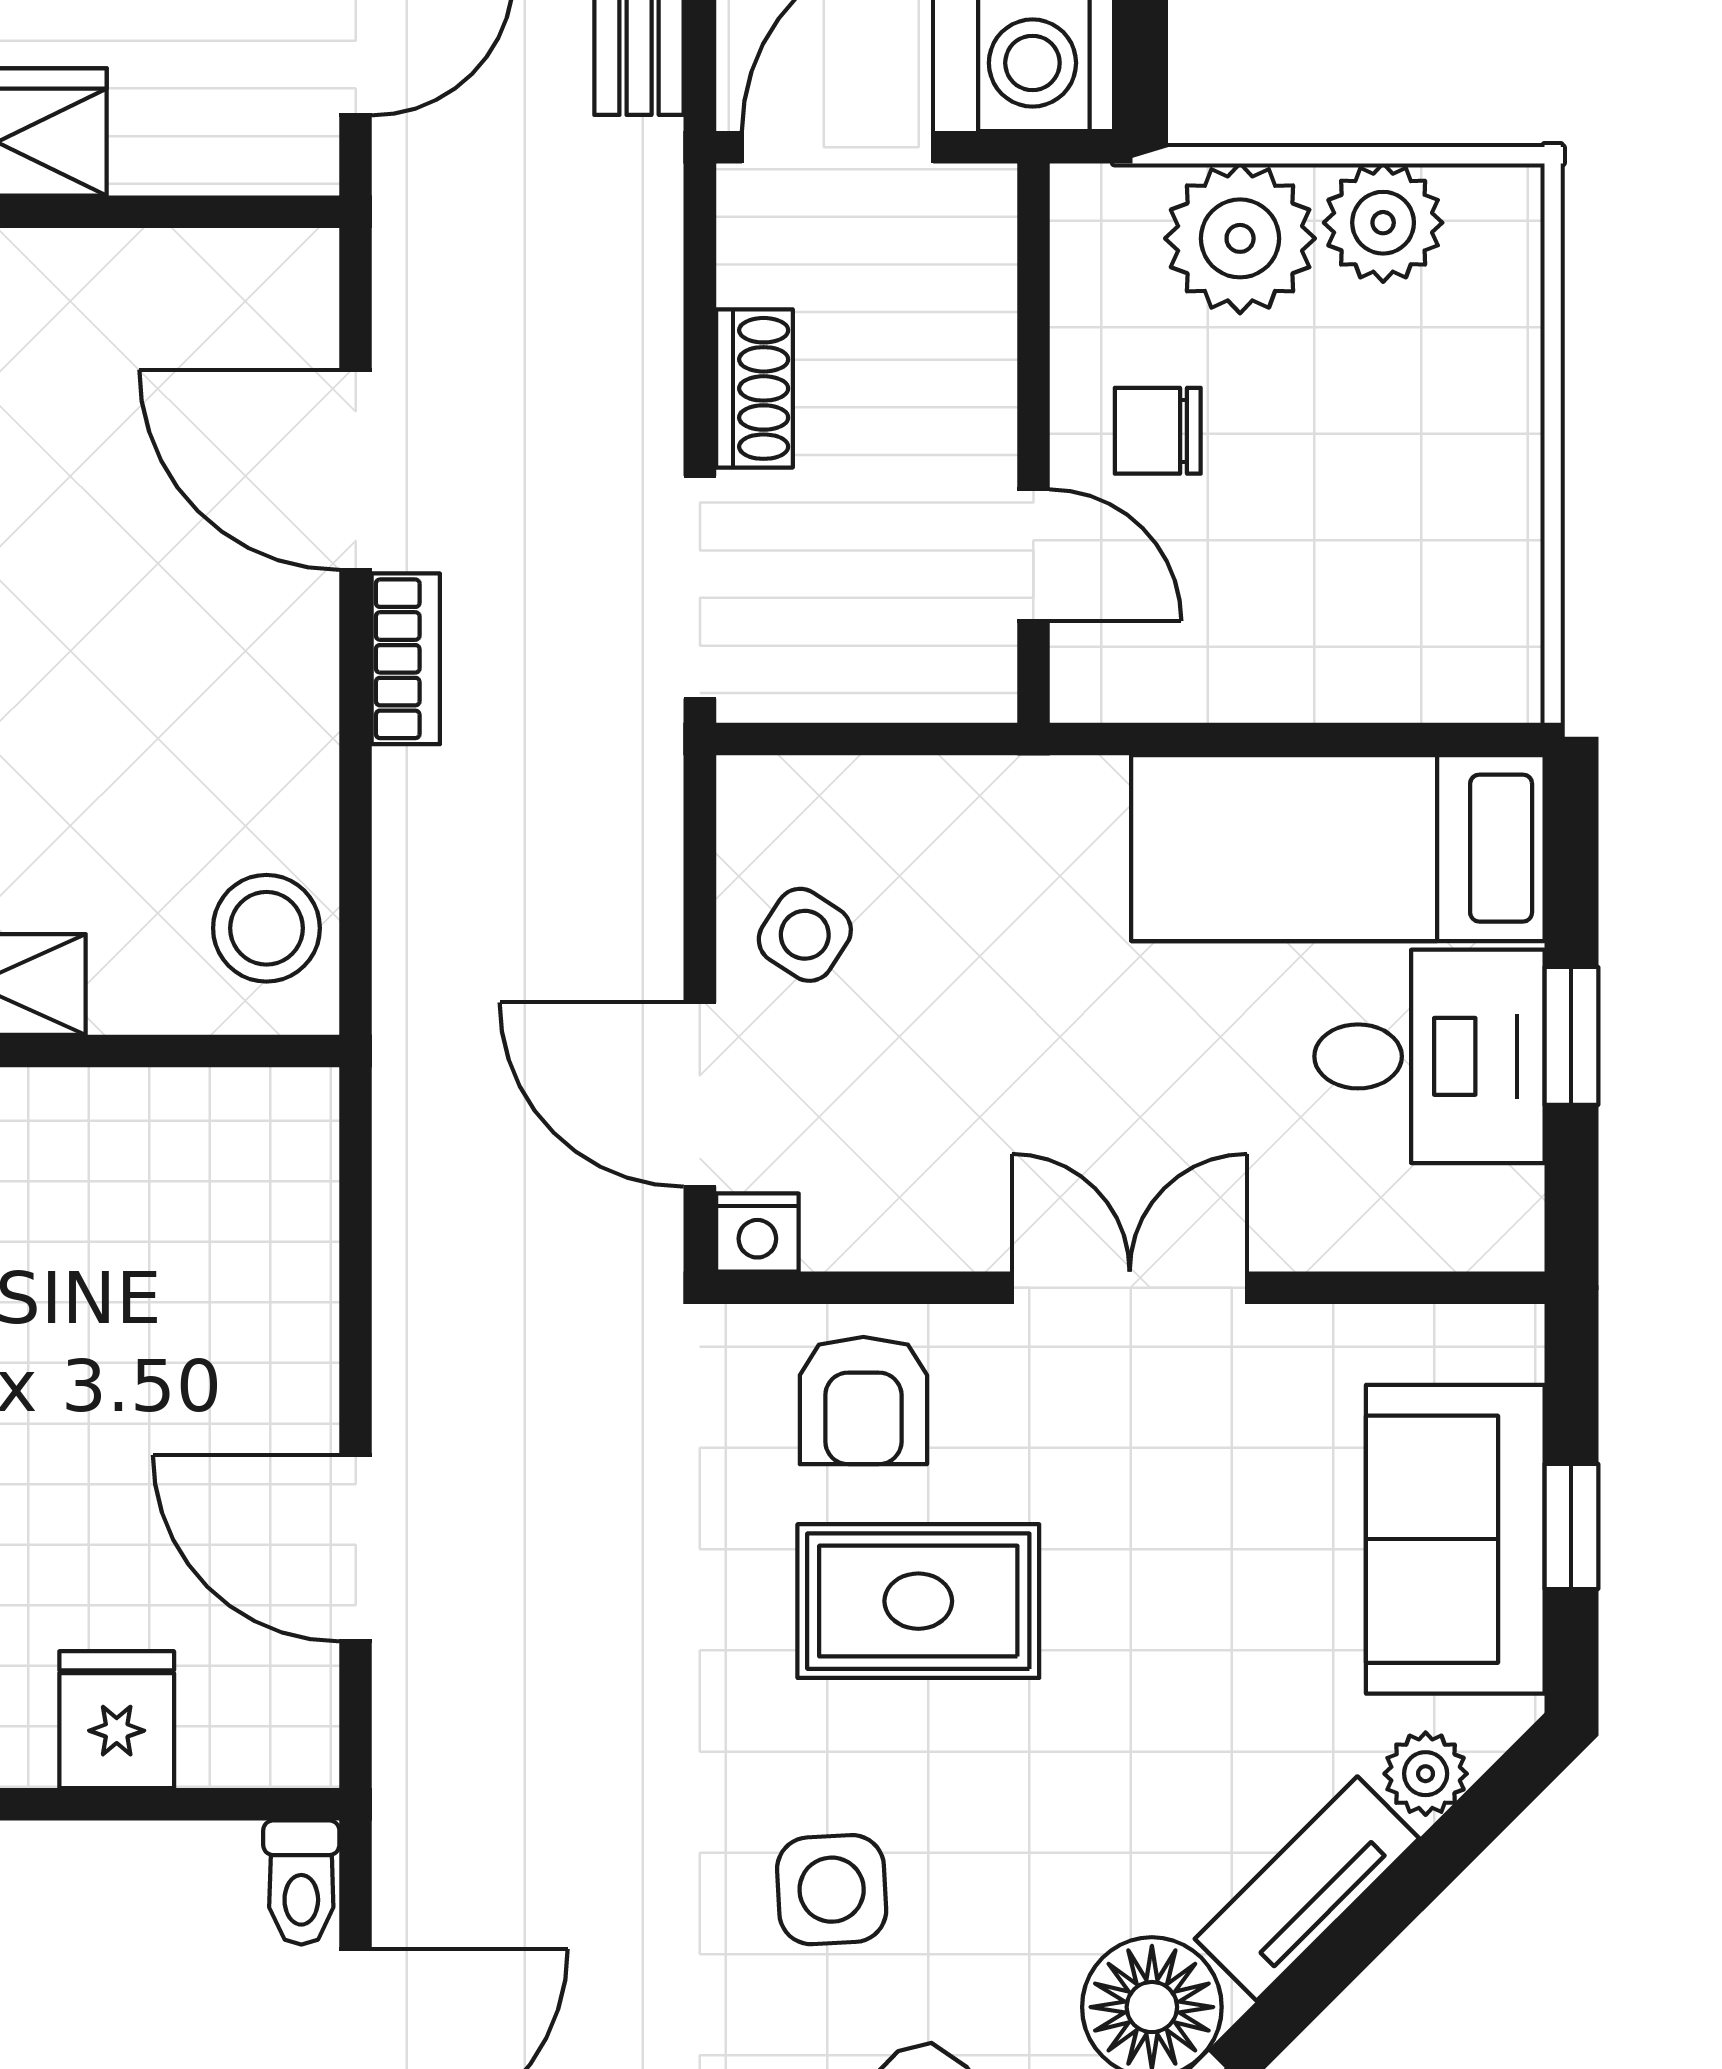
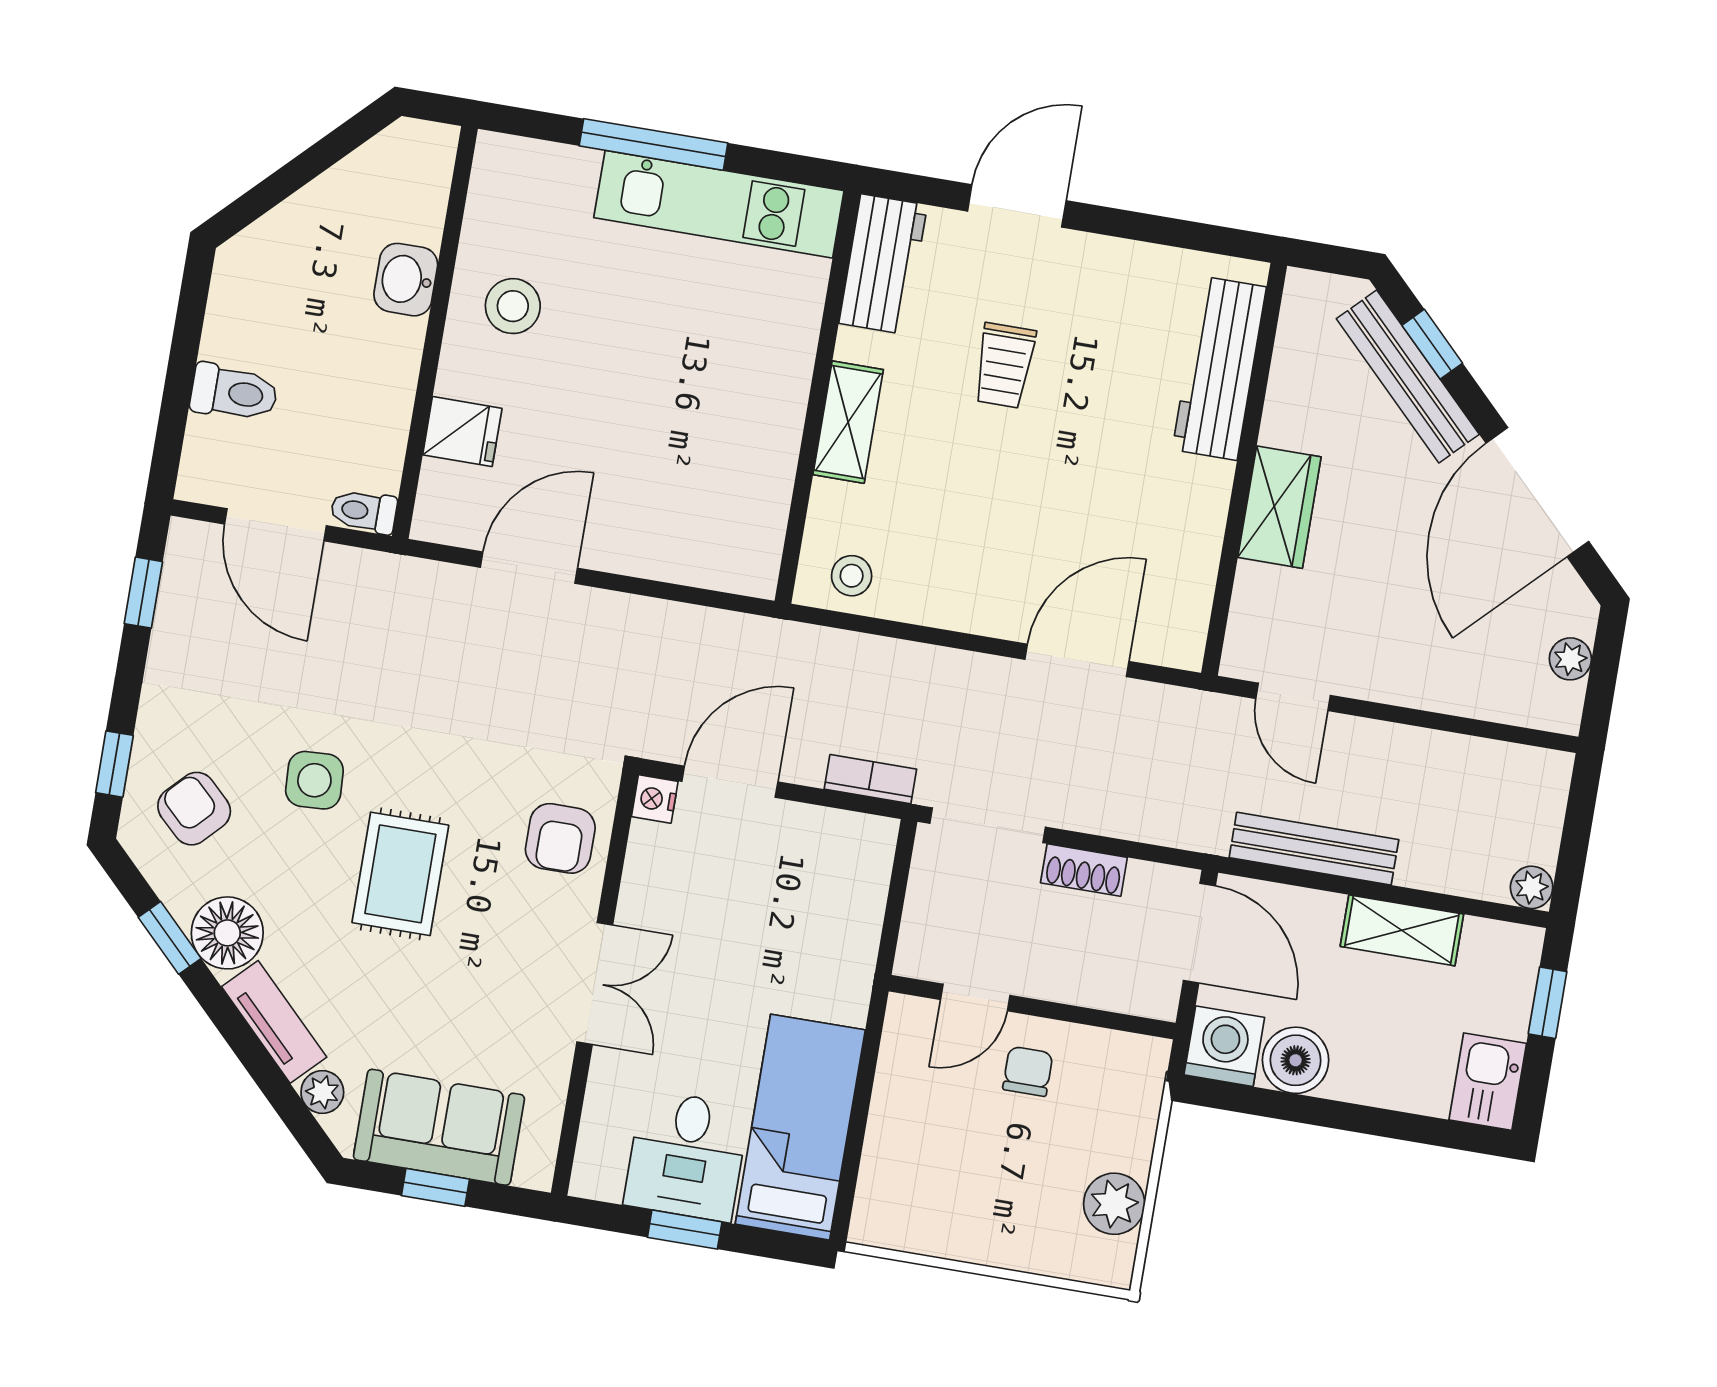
plant: (1240, 238) -> (1118, 1130), removed
bookcase: (406, 659) -> (870, 779), moved, turned 180
stool: (266, 928) -> (852, 576), width x0.73, depth x0.73
side table: (805, 935) -> (802, 849), removed
armchair: (863, 1401) -> (560, 838), turned -90
rug: (918, 1601) -> (400, 874), moved

